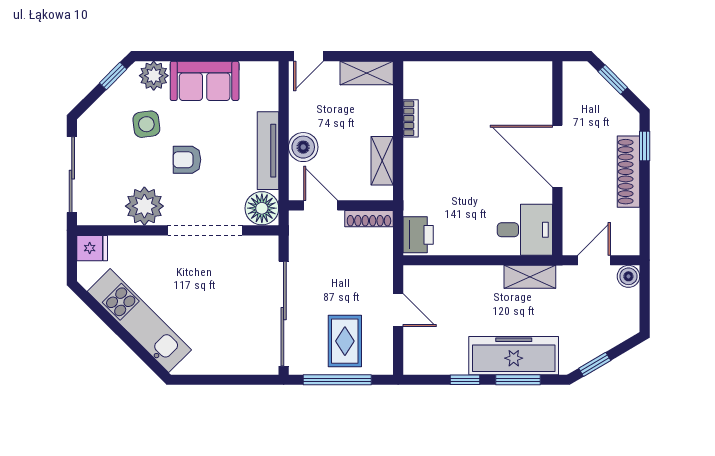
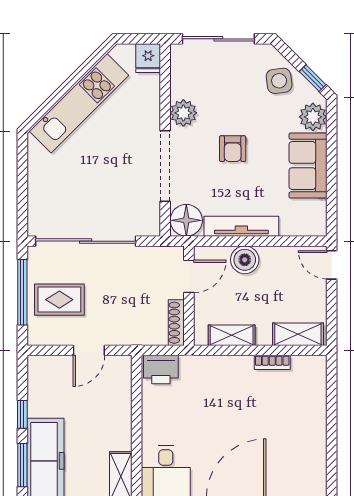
shelving: (367, 73) -> (298, 334), moved, turned 90
side table: (146, 124) -> (279, 81), moved
armchair: (187, 160) -> (233, 149), turned 180
plant: (144, 206) -> (183, 113), width x0.73, depth x0.73

